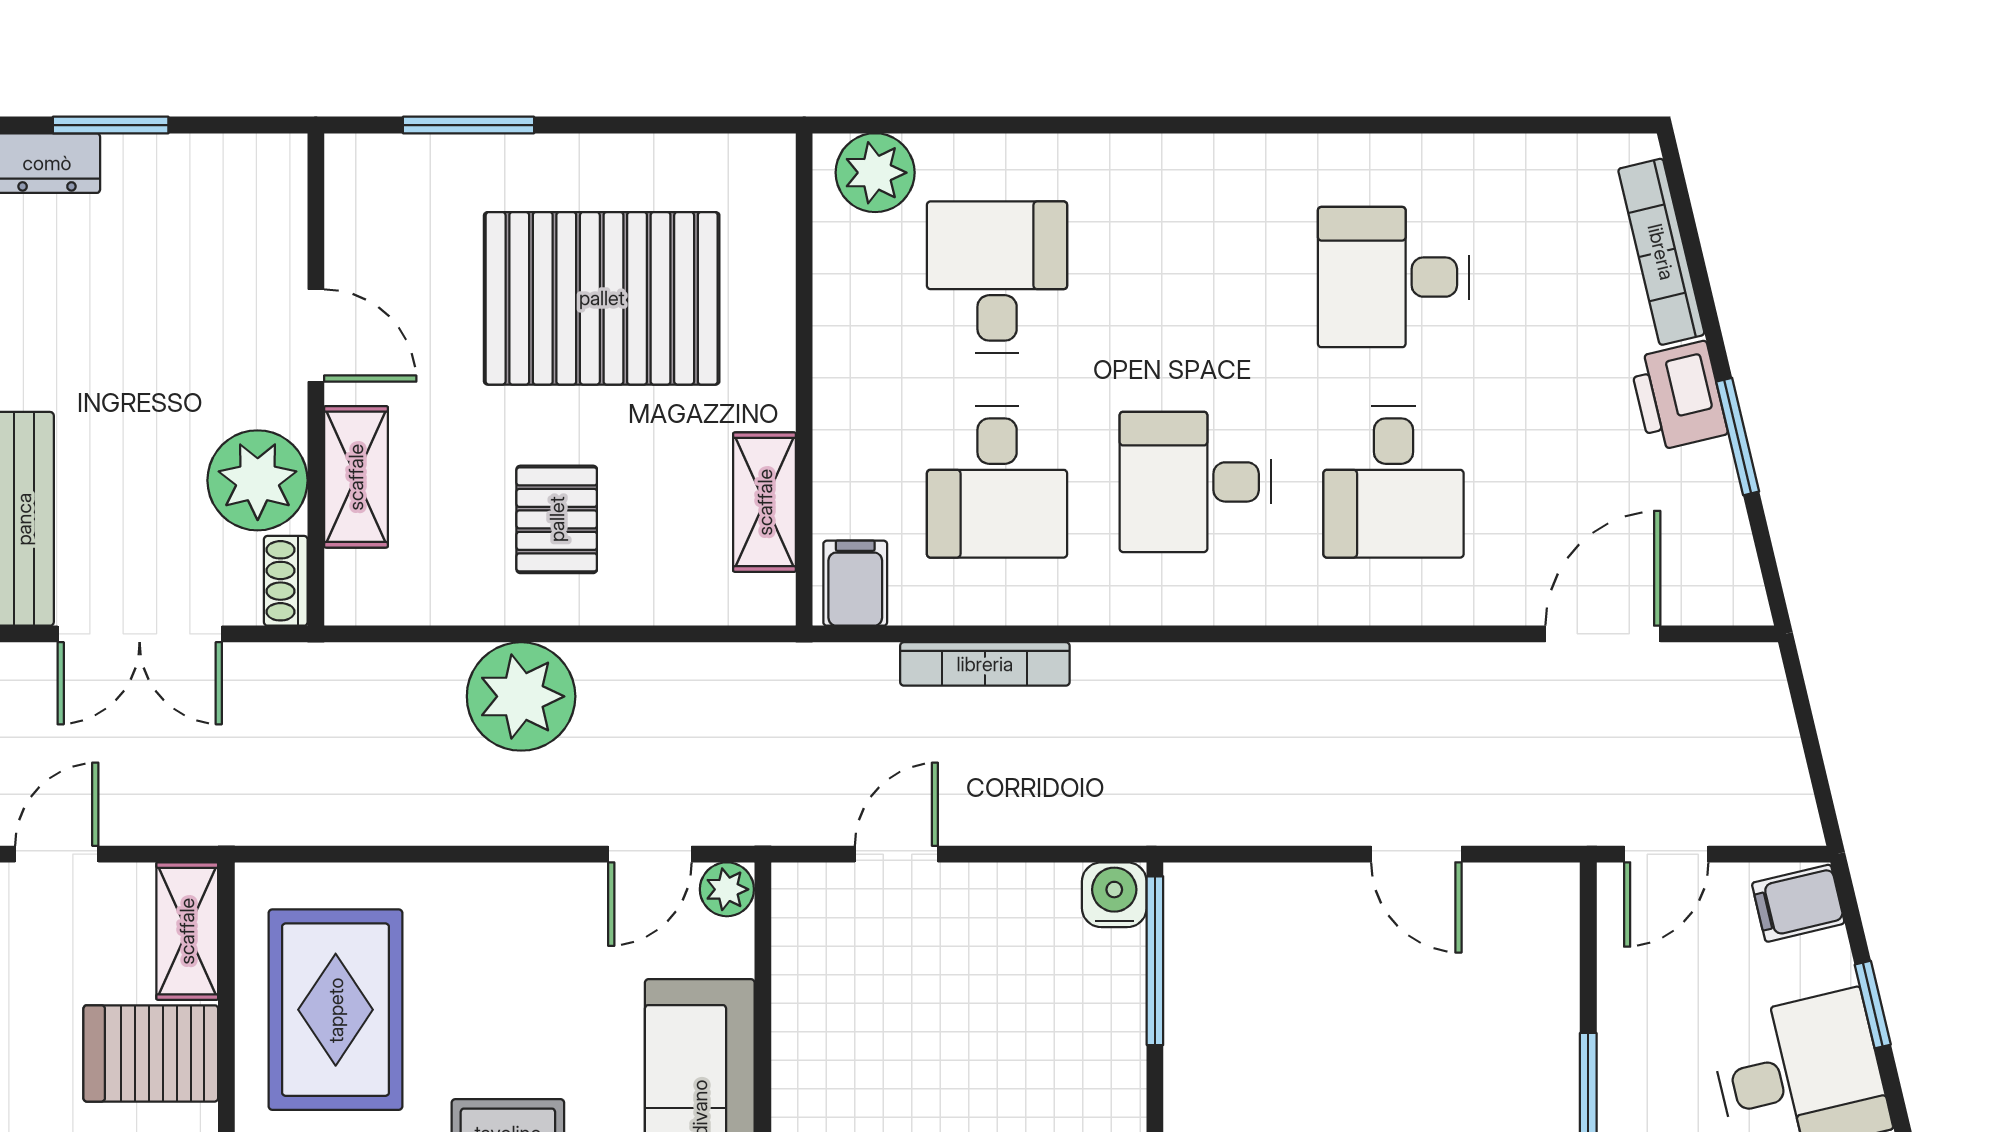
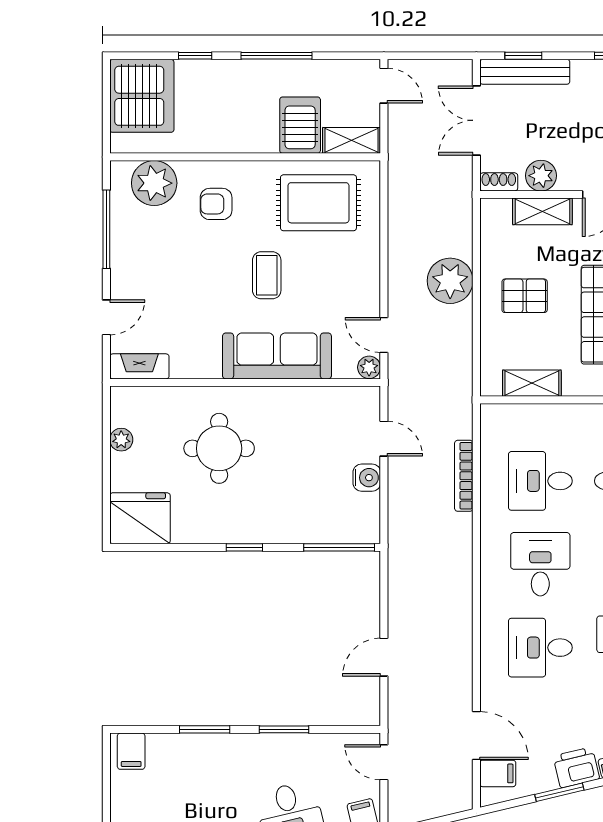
plant: (258, 480) -> (541, 176), width x0.73, depth x0.73
filing cabinet: (855, 583) -> (498, 773), moved
water cooler: (1114, 895) -> (367, 478), moved

